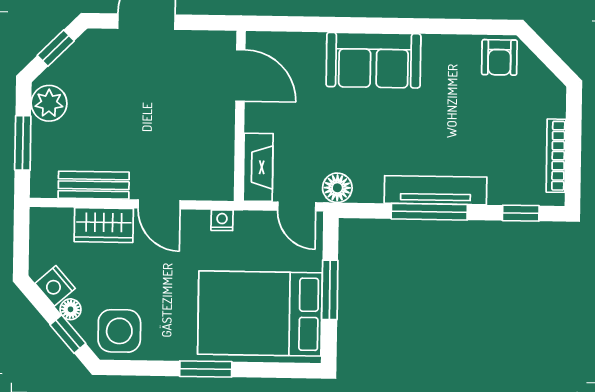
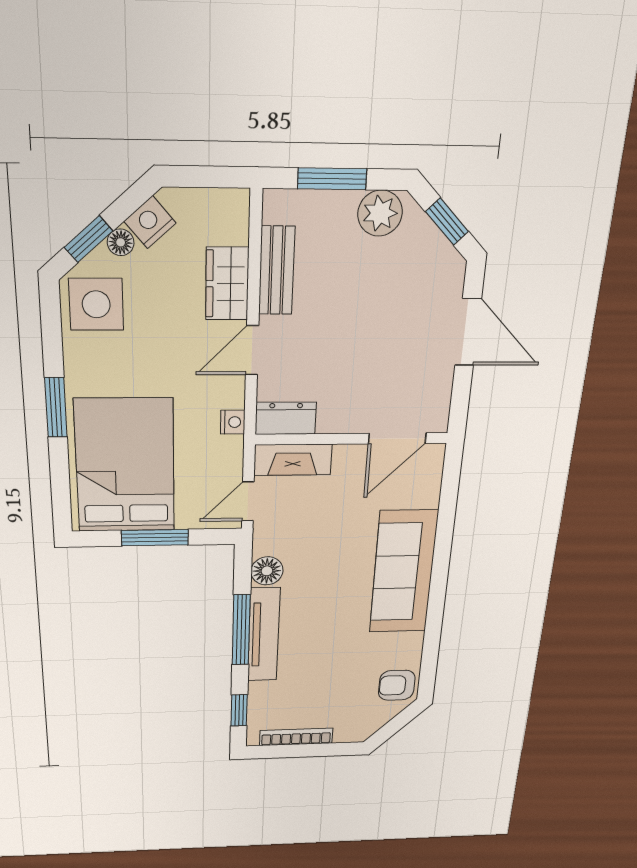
sofa: (373, 60) -> (403, 572), width x1.36
dresser: (220, 175) -> (286, 418), added
floor lamp: (337, 188) -> (267, 571), moved

